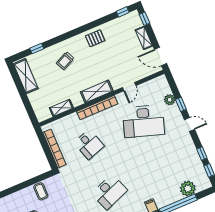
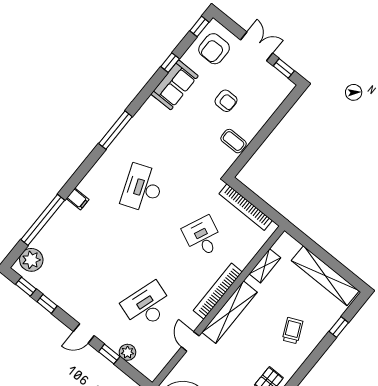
shelving: (26, 76) -> (325, 276), width x1.47
shelving: (97, 91) -> (229, 312), width x1.47
desk: (143, 121) -> (147, 306), width x0.73, depth x0.77
desk: (89, 144) -> (203, 237), turned 42
plant: (188, 189) -> (31, 260), moved

